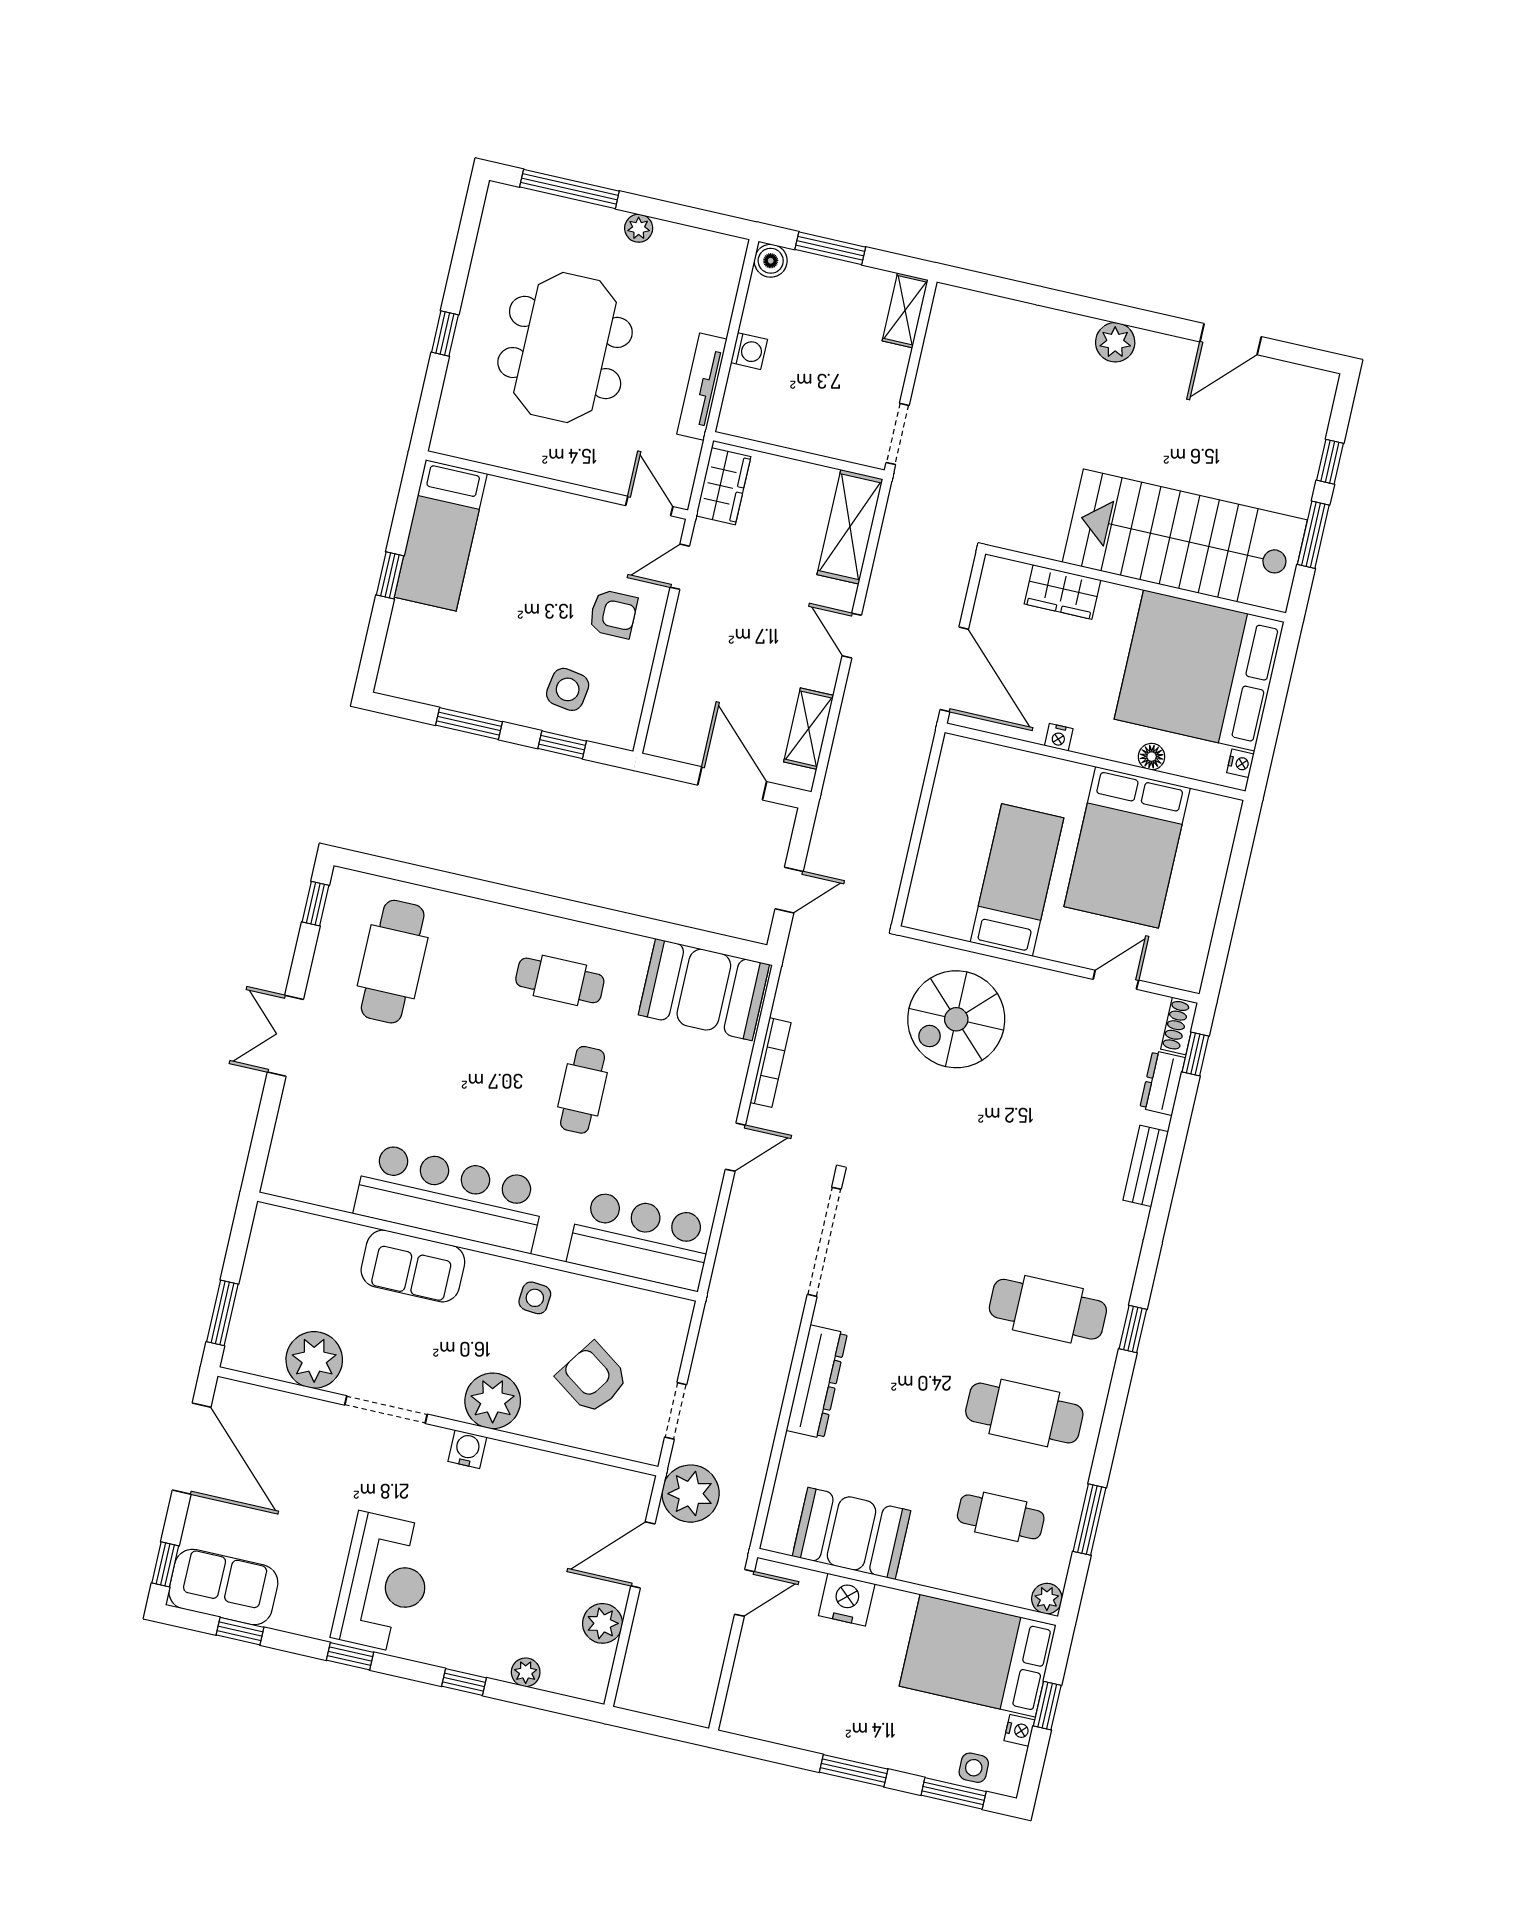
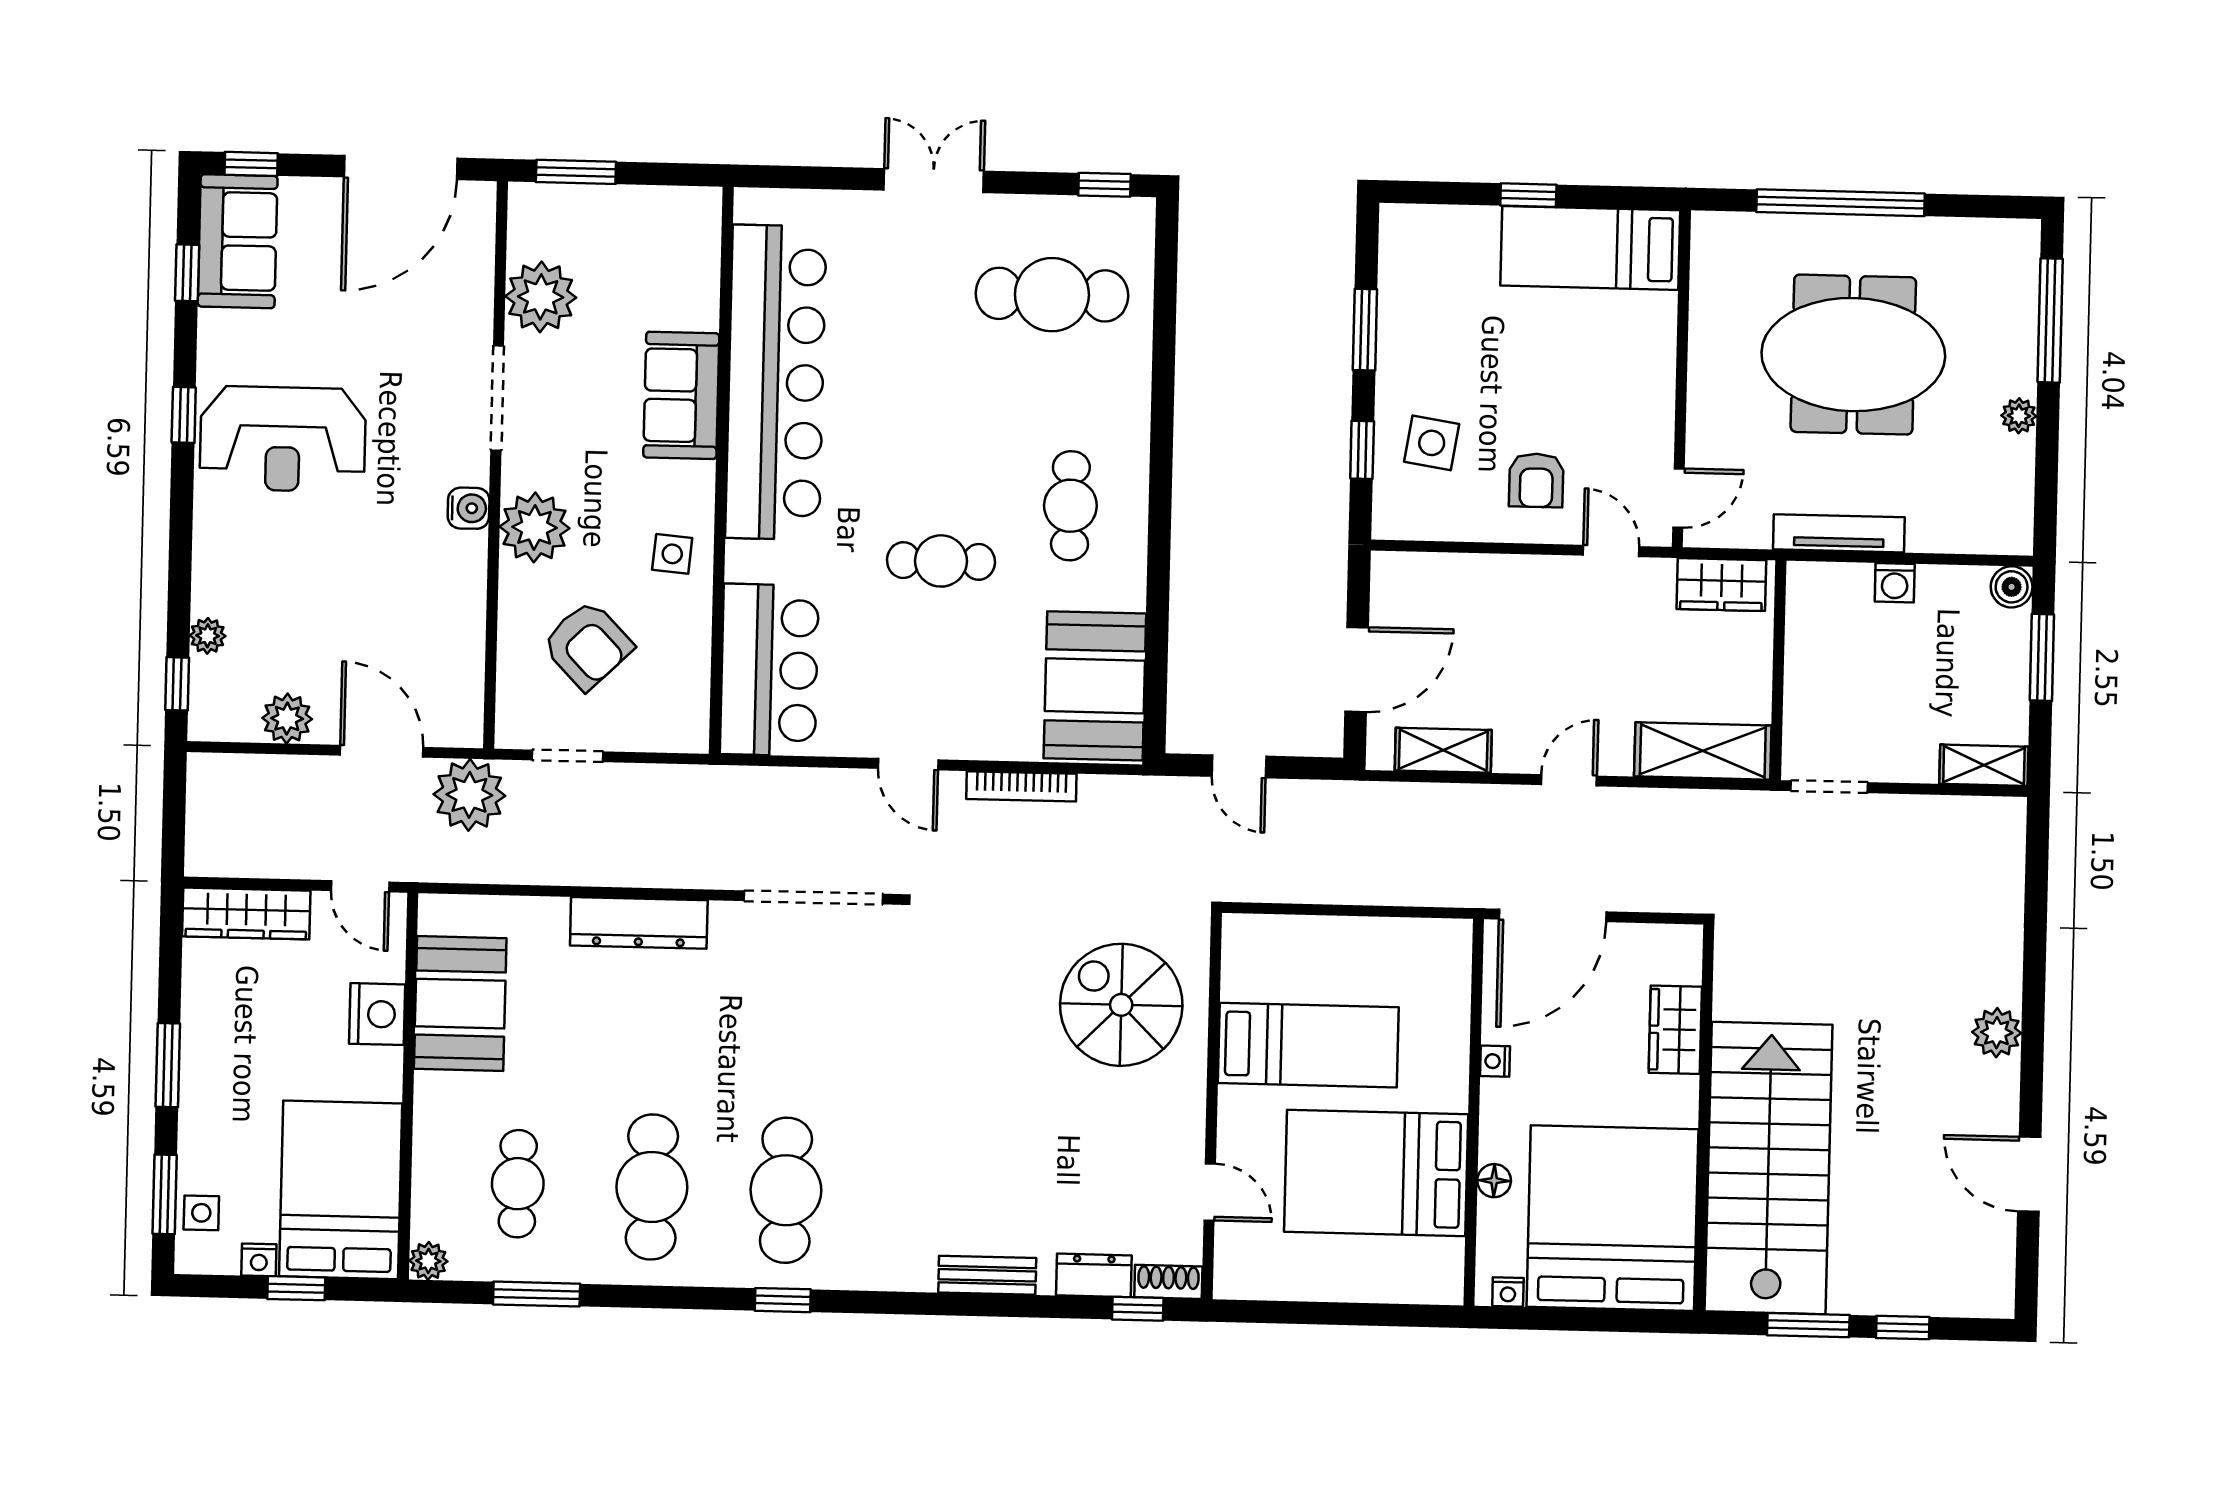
window: (445, 334) -> (1841, 203), width x3.17
bar counter: (450, 1198) -> (776, 382), width x1.36
armchair: (593, 1378) -> (587, 645), turned 101
window: (464, 1682) -> (177, 684), moved
wardrobe: (748, 1686) -> (246, 913), added

